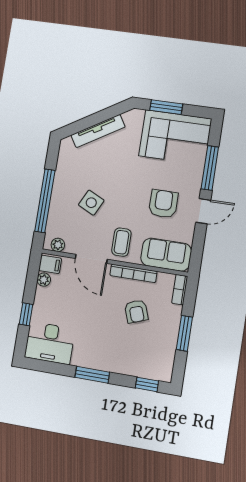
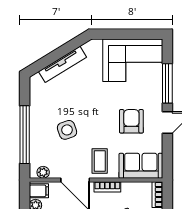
window: (166, 107) -> (120, 34), removed
side table: (91, 203) -> (67, 130), turned 45
bookcase: (133, 273) -> (107, 187), width x0.64

